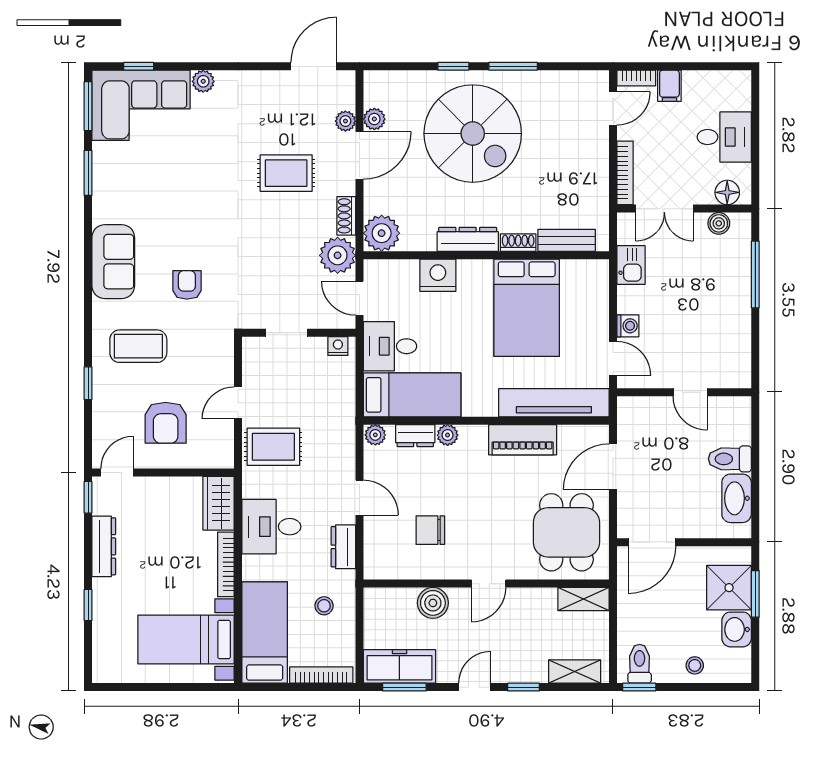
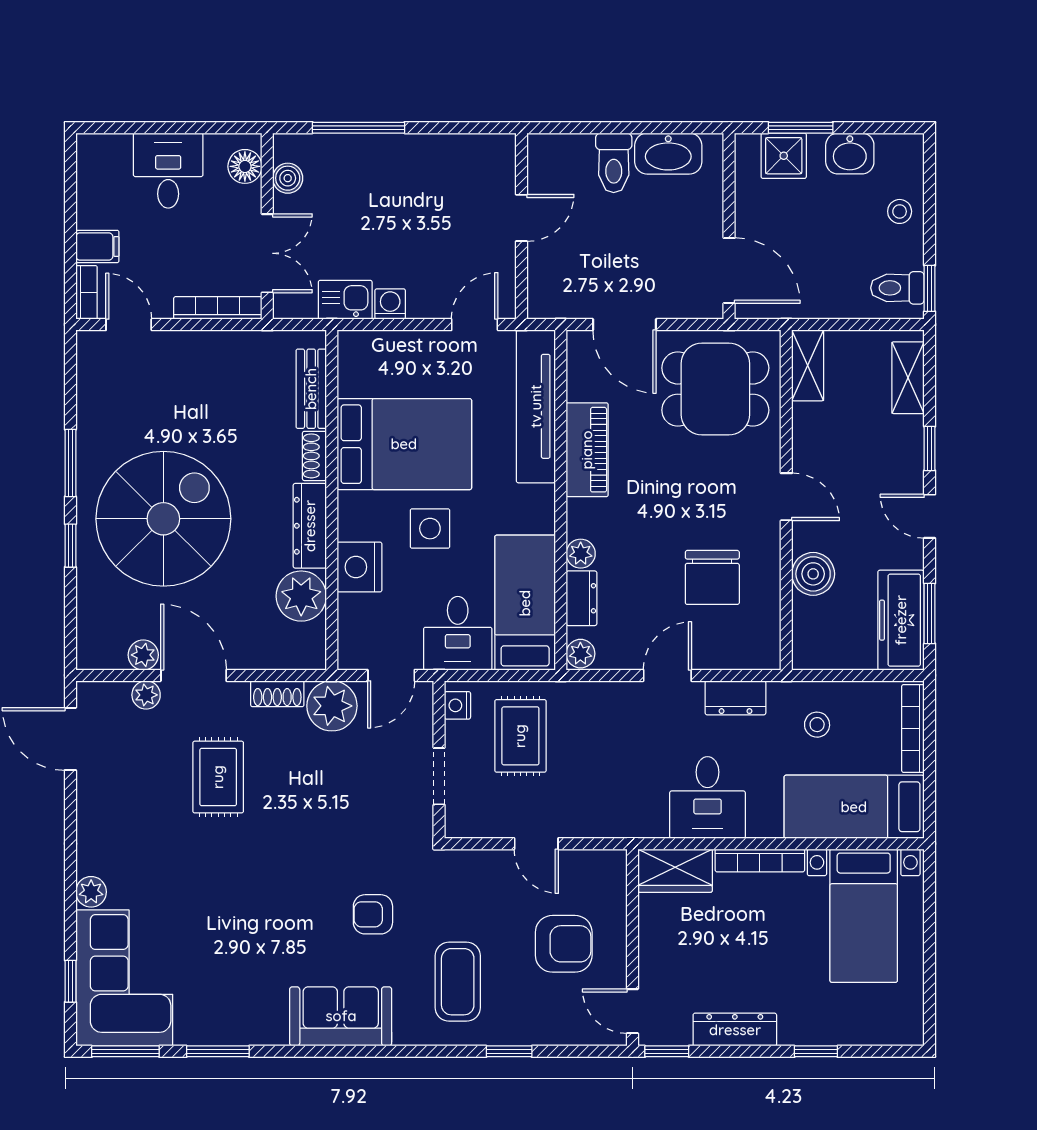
plant: (382, 233) -> (301, 596), moved
side table: (466, 326) -> (430, 529), added
washing machine: (628, 326) -> (390, 304), moved
rug: (273, 447) -> (520, 736), moved
chair: (430, 530) -> (712, 577), width x1.37, depth x1.37
shower: (729, 588) -> (784, 156), width x0.73, depth x0.73

